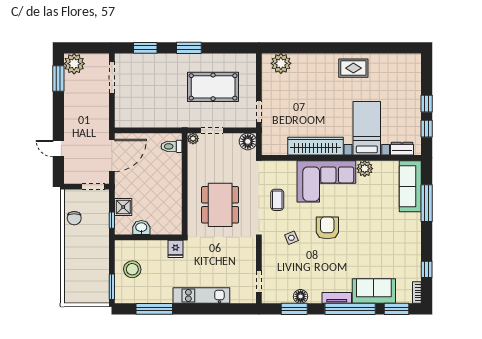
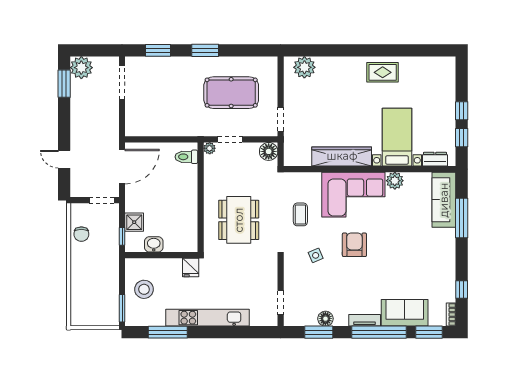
kitchen unit: (201, 296) -> (207, 318), width x1.36

